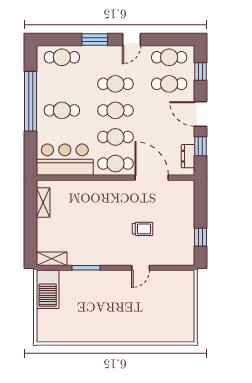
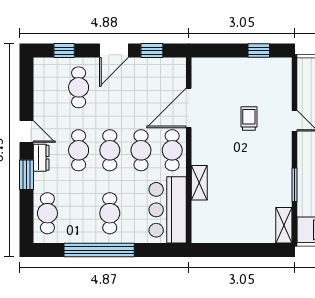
cafe table: (169, 57) -> (47, 87), removed
dresser: (188, 156) -> (41, 158), moved, turned -90
shelving: (43, 202) -> (199, 183), moved, turned 90

